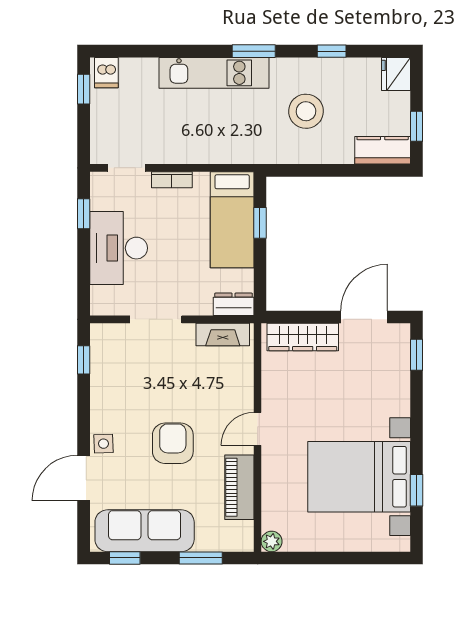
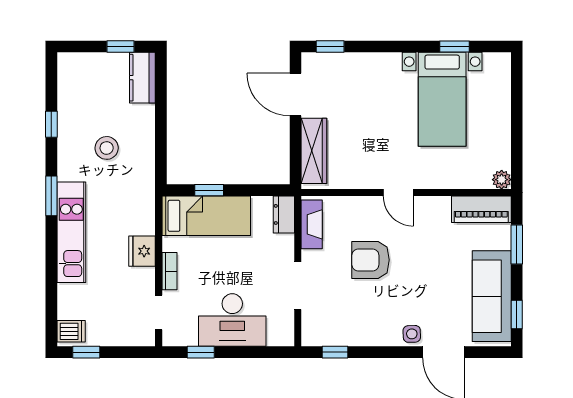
fridge: (396, 74) -> (142, 251), moved, turned 90
stool: (306, 111) -> (107, 148), width x0.73, depth x0.73
armchair: (173, 443) -> (371, 260), moved
bed with nightstands: (359, 477) -> (442, 99), width x0.73
piano: (239, 487) -> (481, 209), moved

